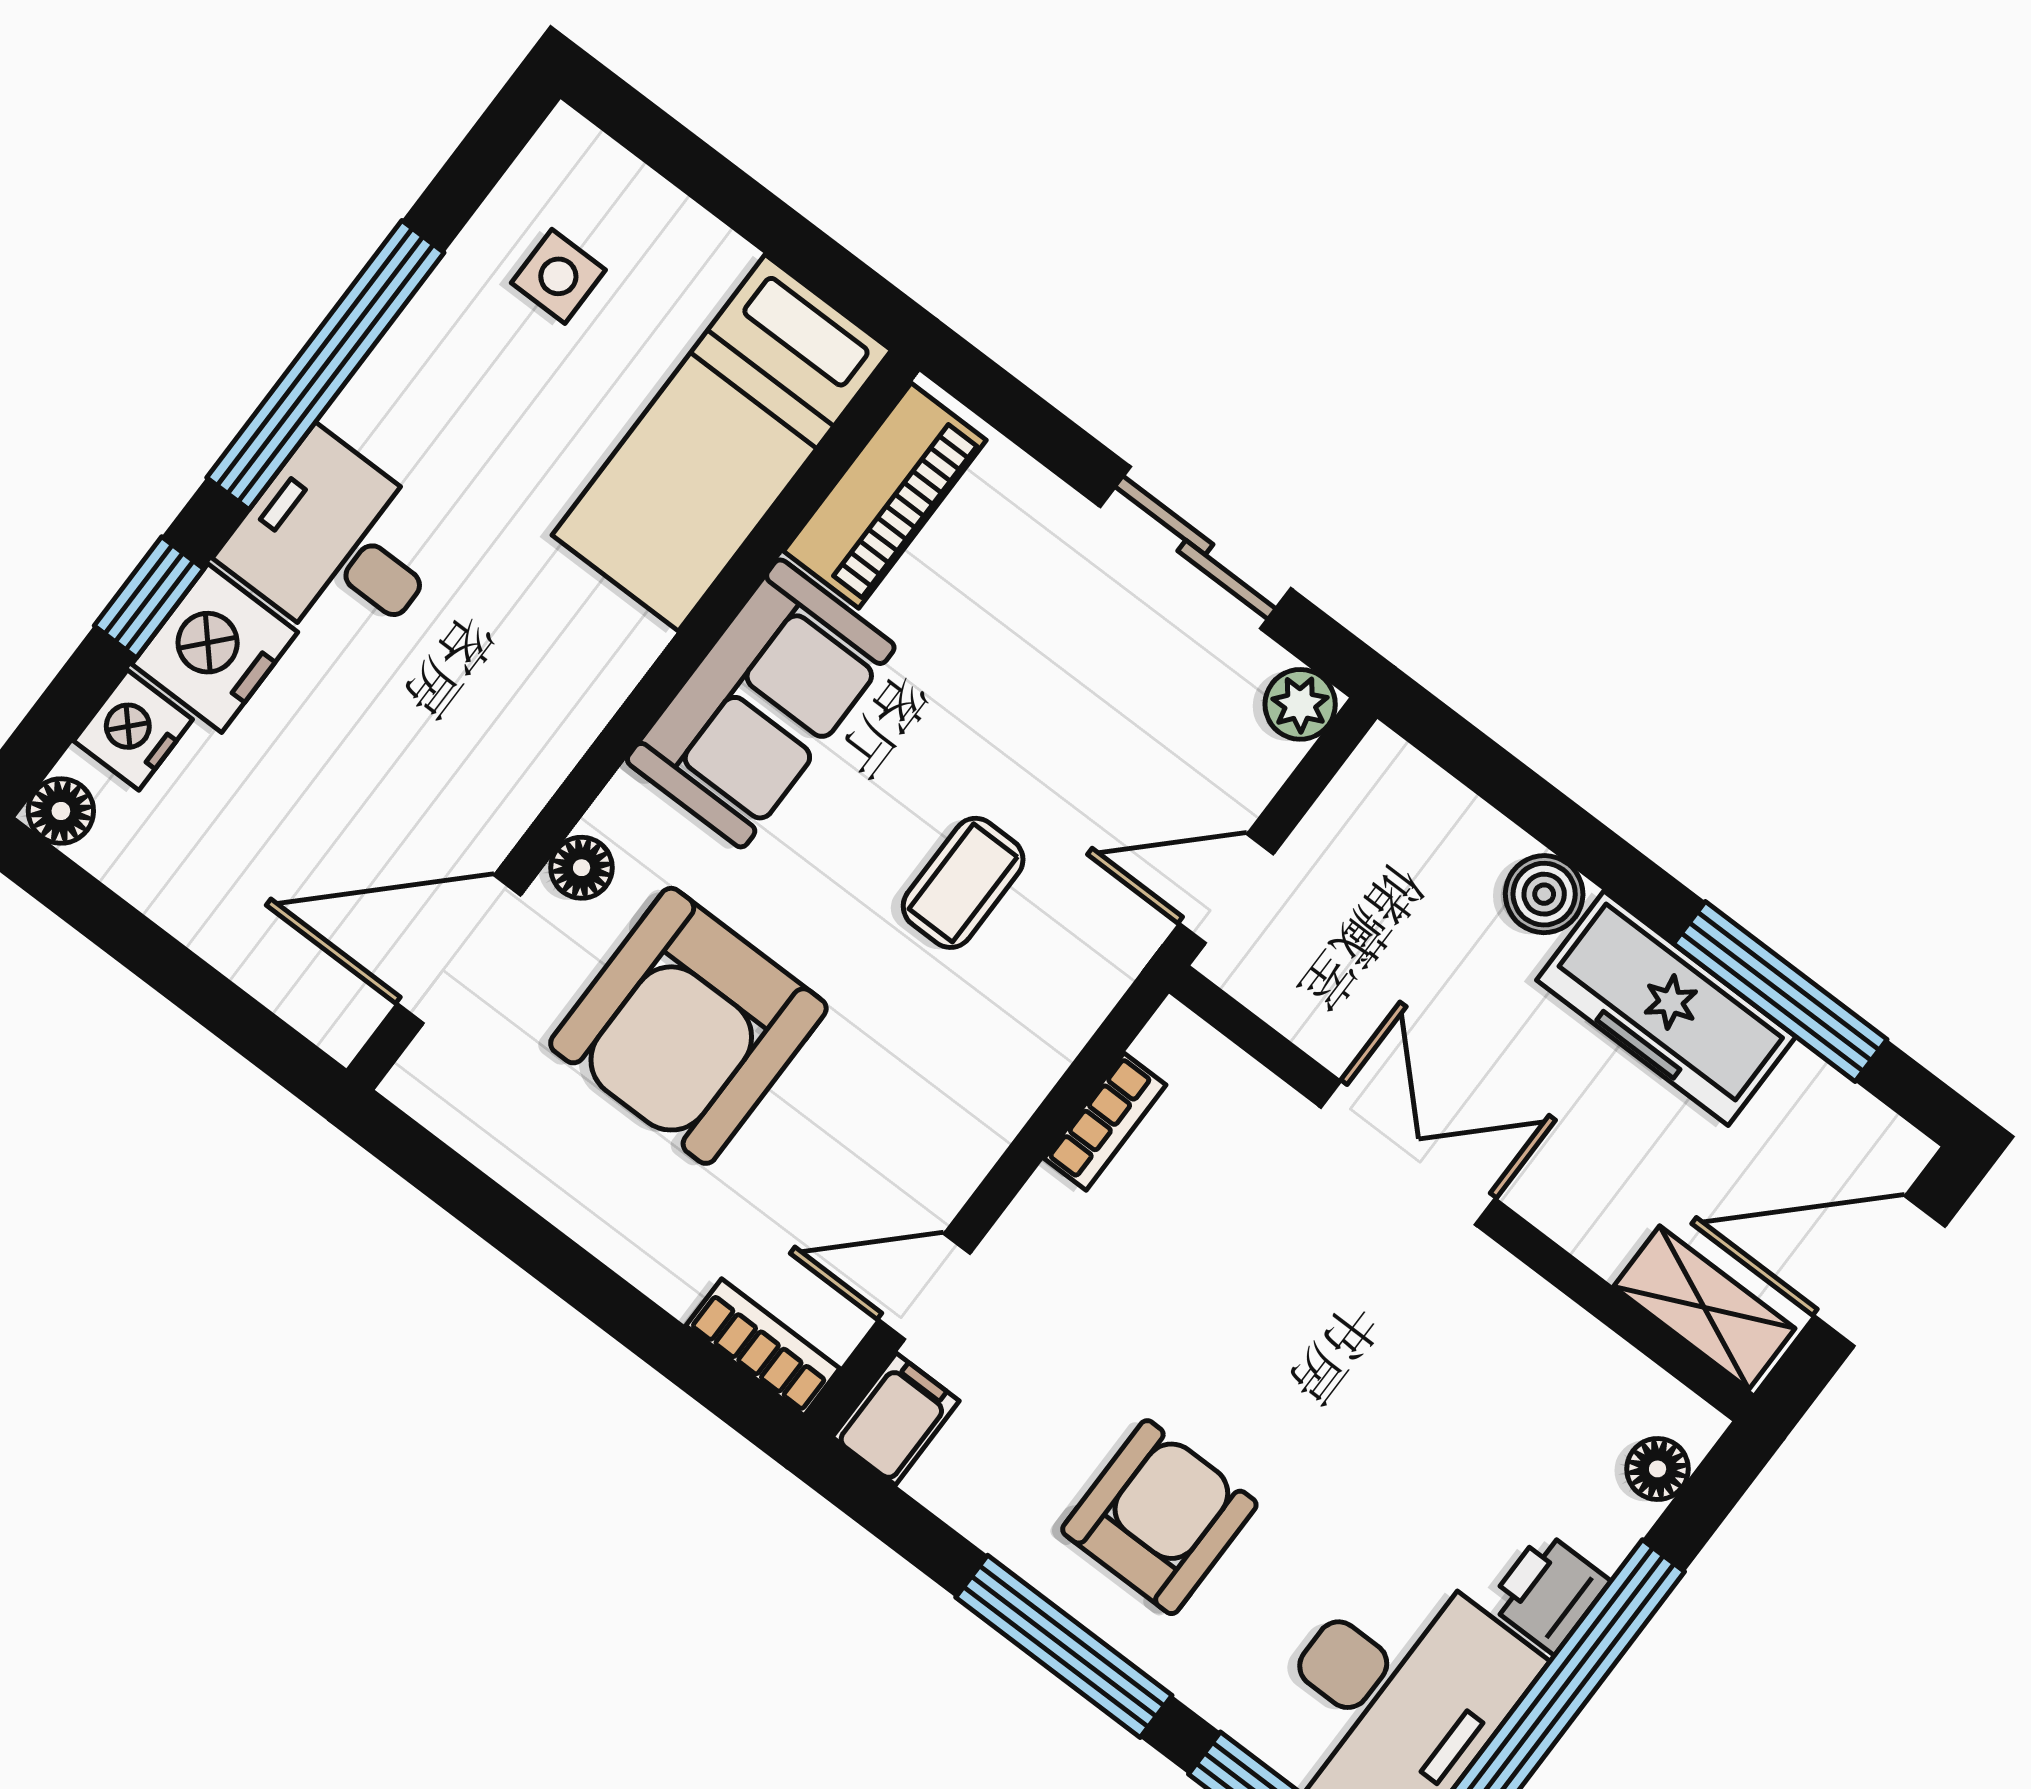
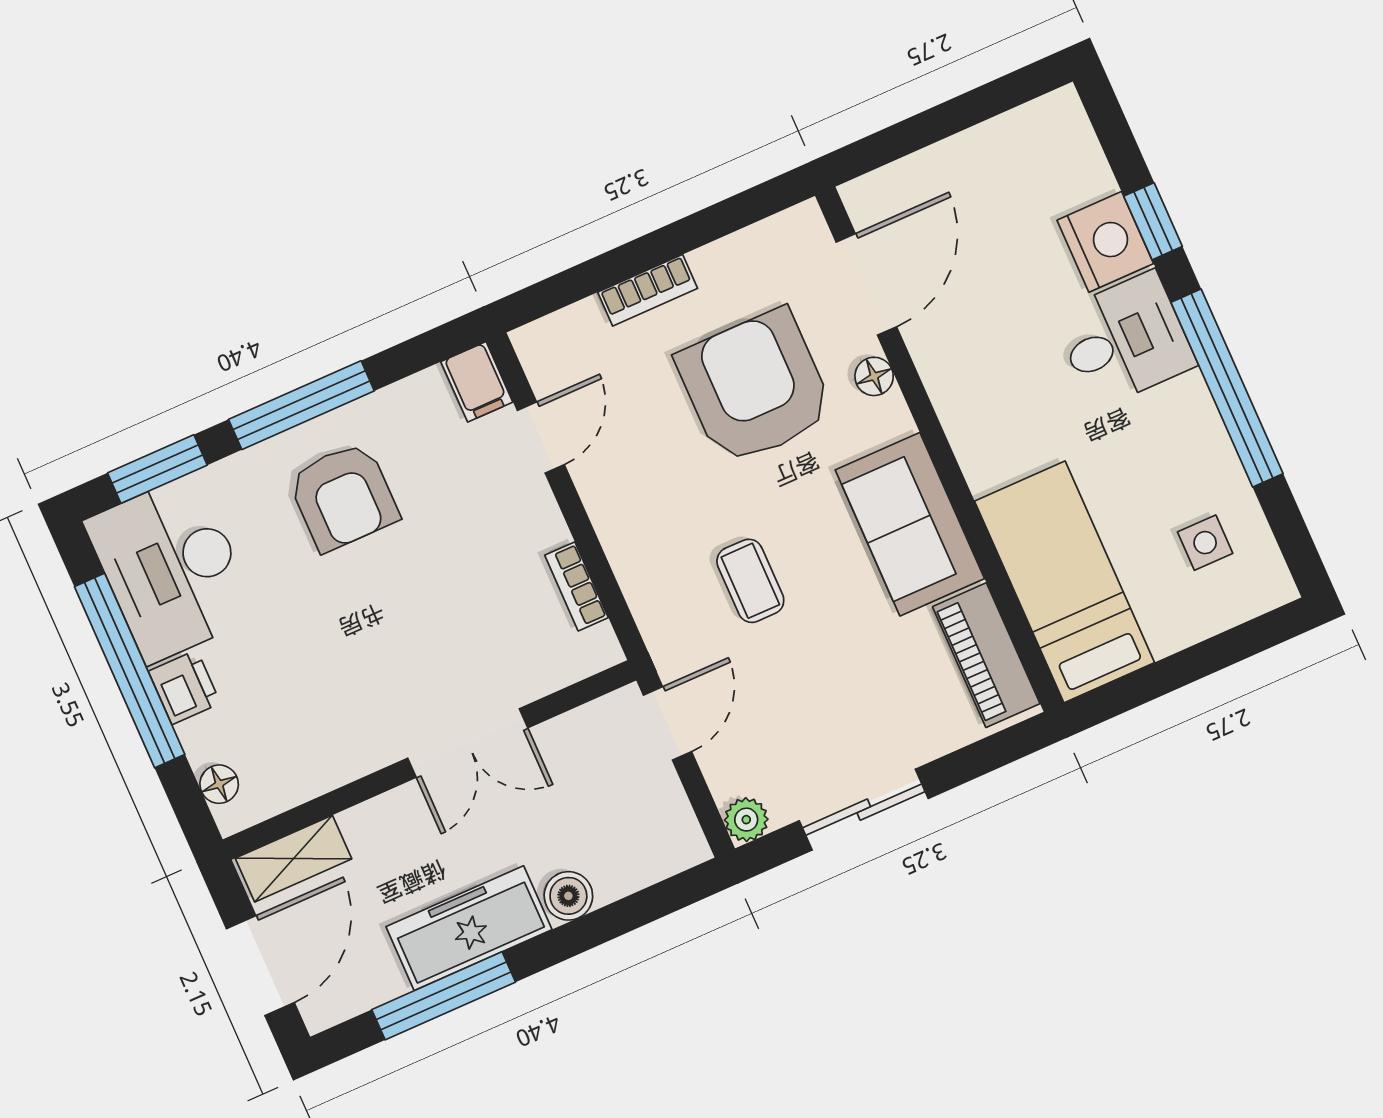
nightstand: (133, 730) -> (1085, 172), removed
floor lamp: (61, 811) -> (1063, 108), removed
bookcase: (763, 1347) -> (648, 290), moved

